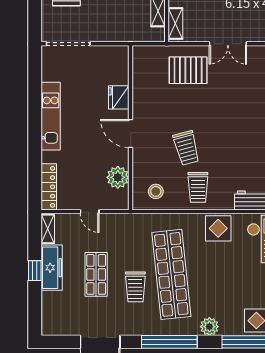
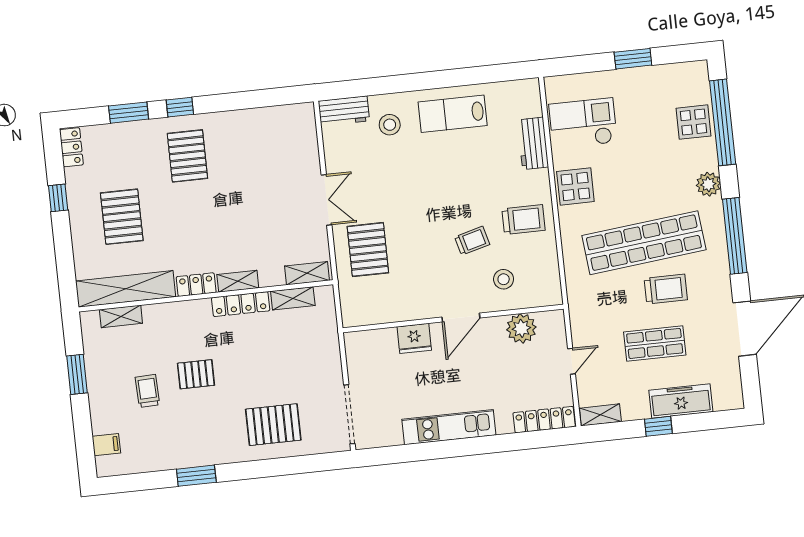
trolley: (186, 148) -> (472, 241), width x0.73, depth x0.72
stool: (156, 191) -> (504, 279), moved
freezer: (52, 268) -> (681, 401), moved

